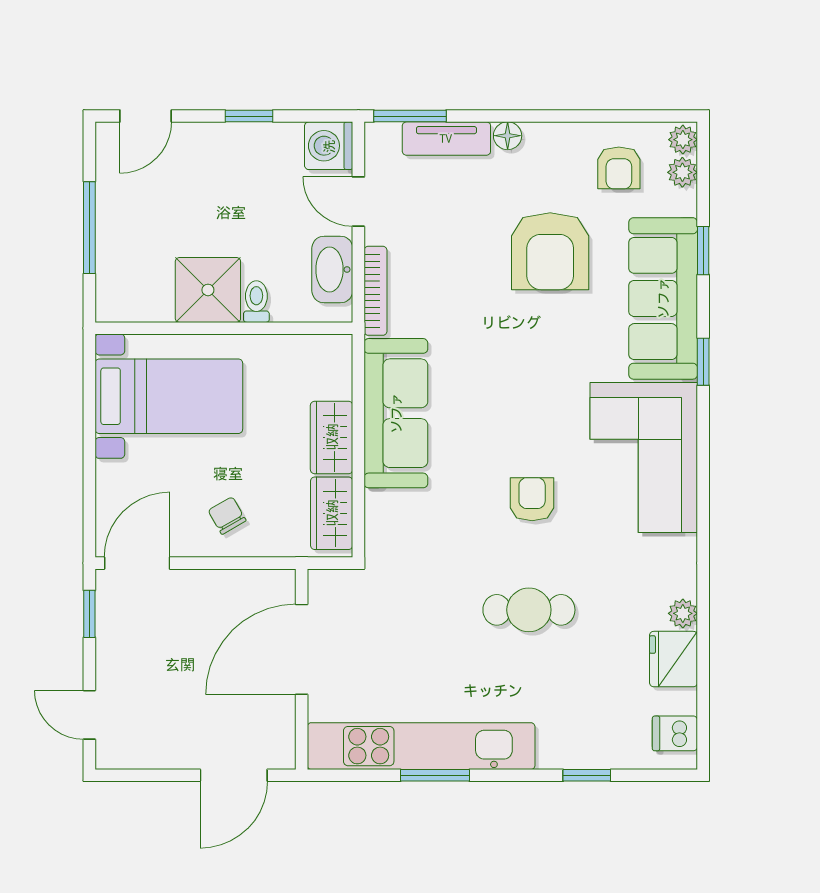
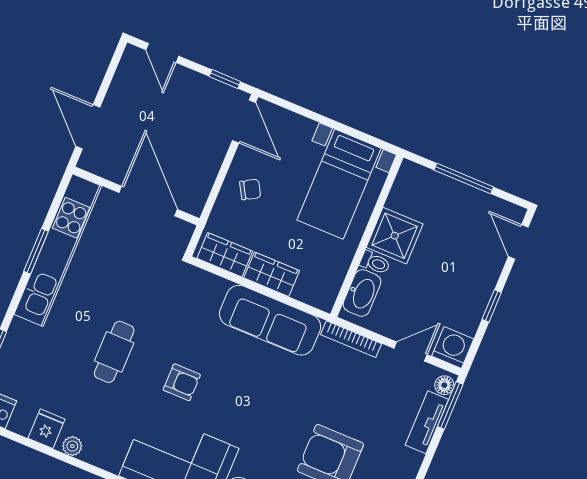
floor lamp: (508, 136) -> (444, 385), moved
washbasin: (332, 270) -> (362, 293), moved, turned 90
fridge: (674, 659) -> (47, 429), width x0.72
door: (89, 715) -> (162, 53), swing flipped

